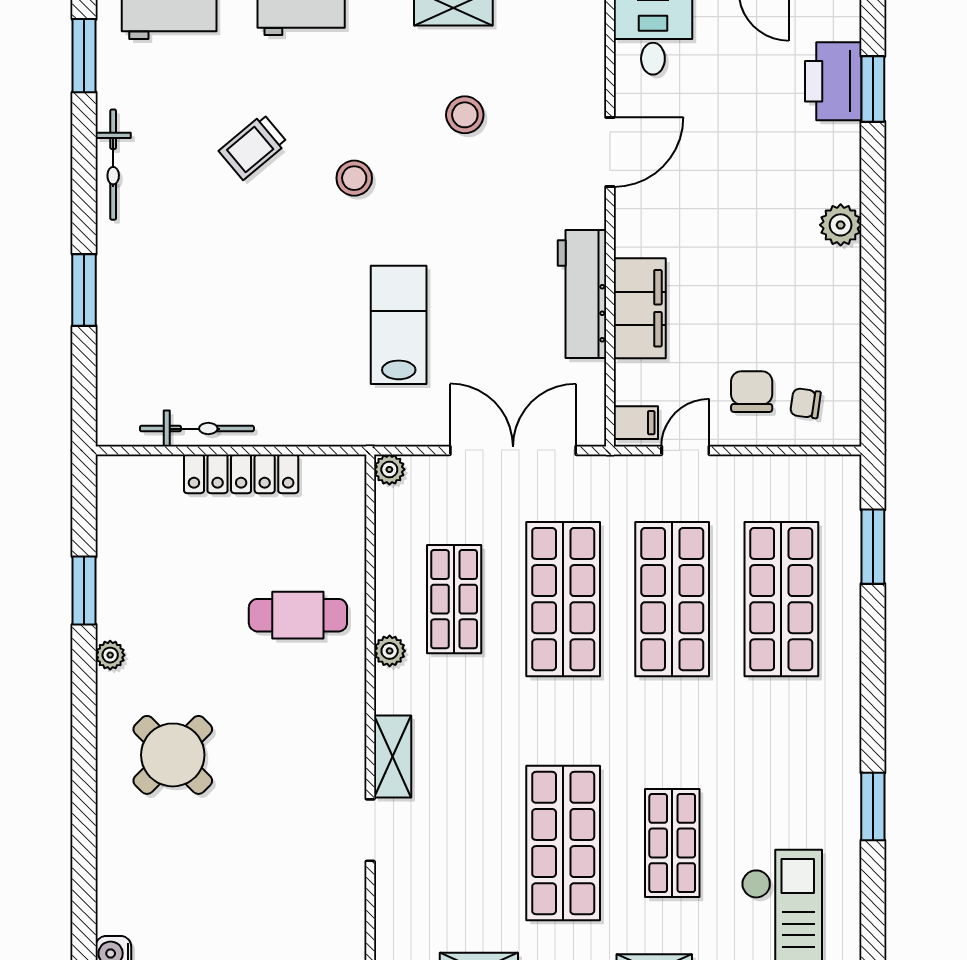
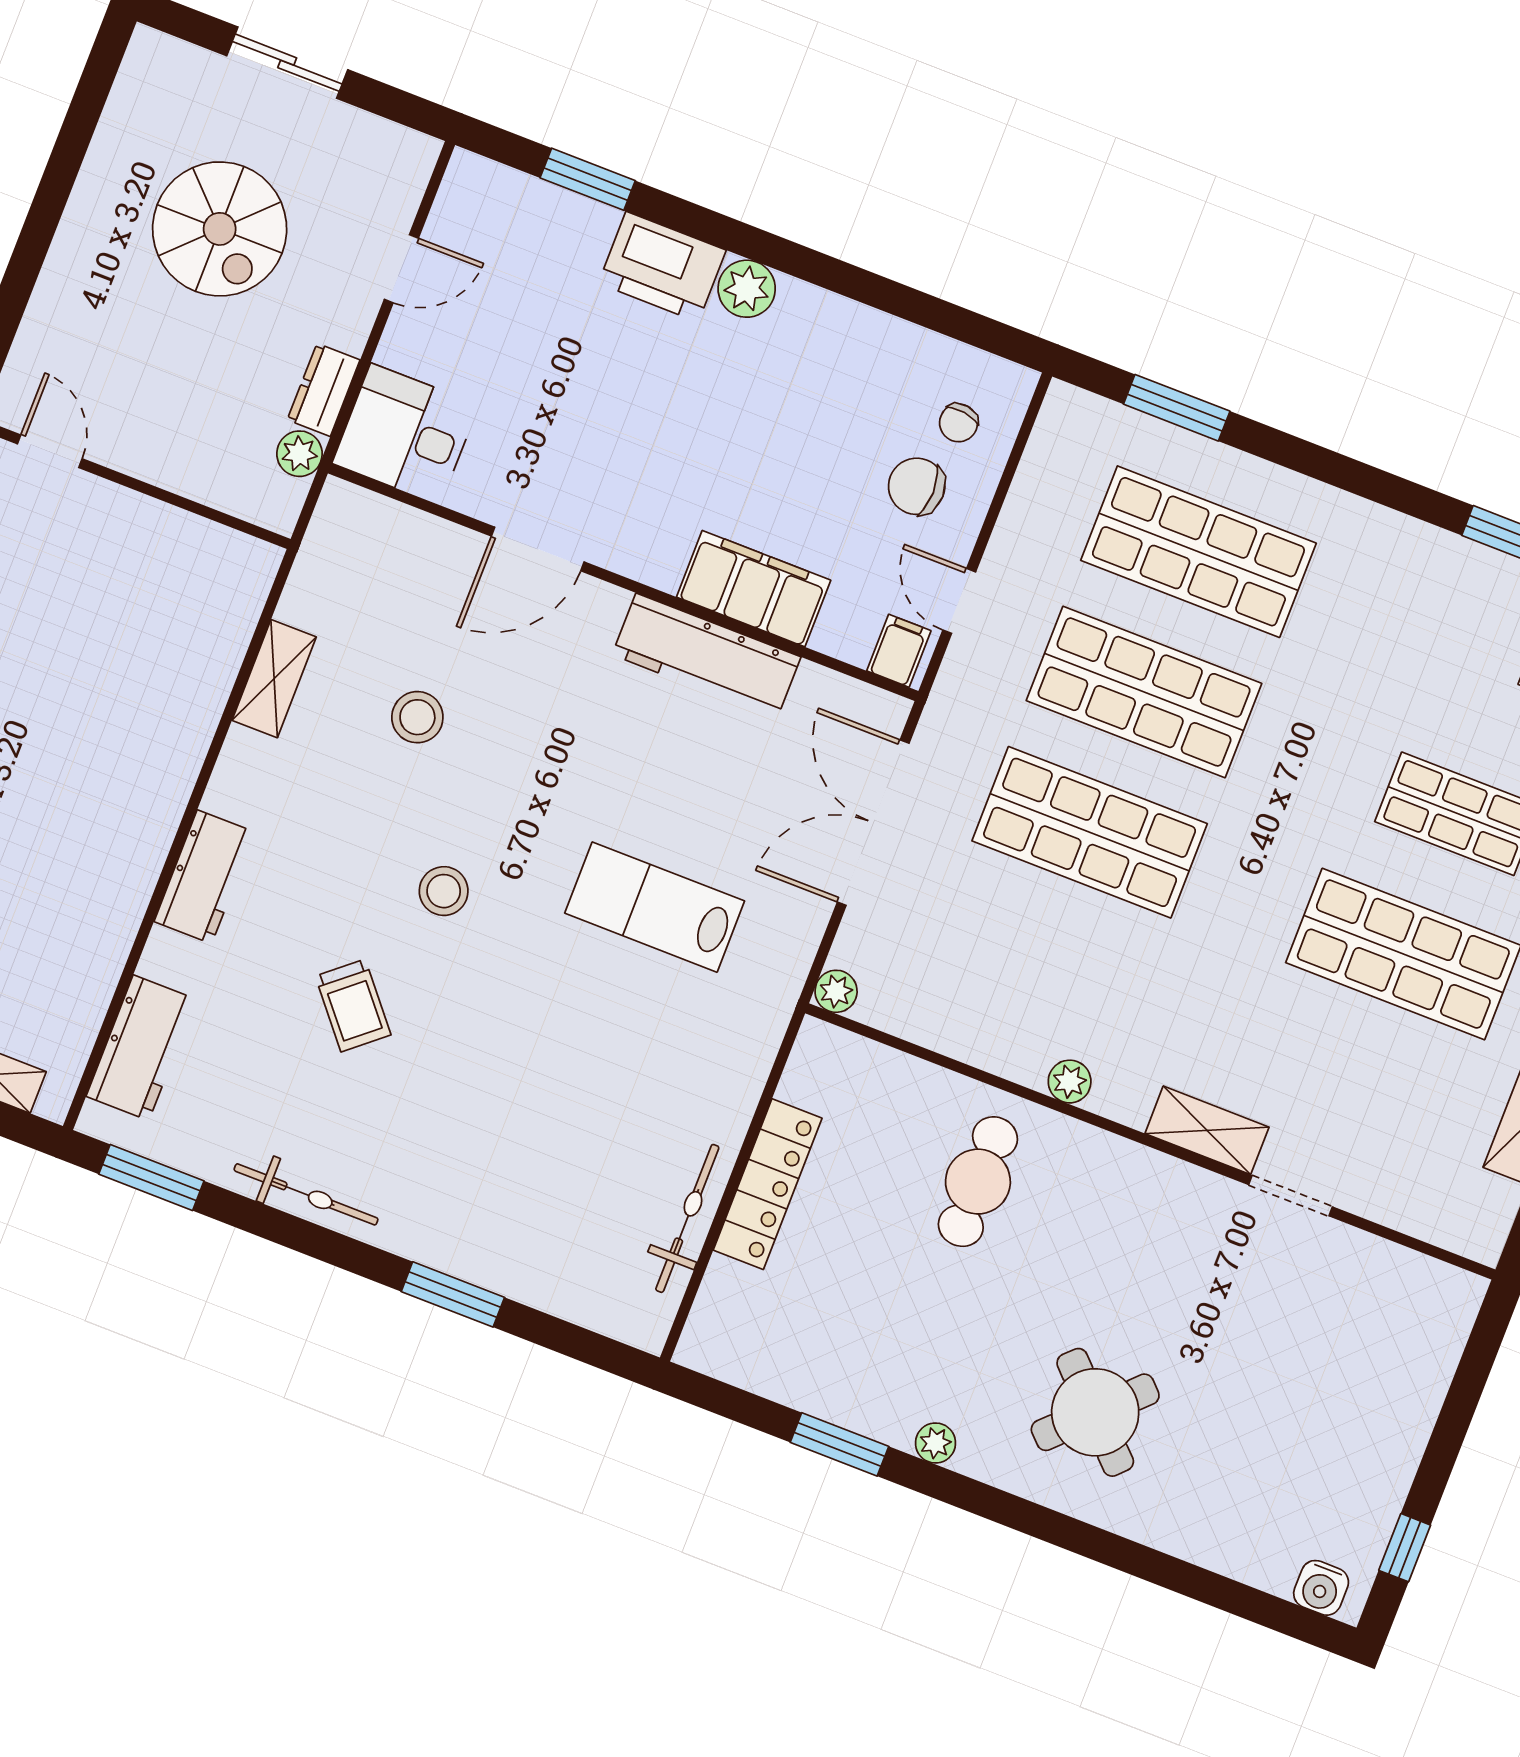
printer: (833, 81) -> (662, 267), moved
door: (610, 152) -> (538, 549), swing flipped
shop shelf: (454, 599) -> (1035, 973), removed

